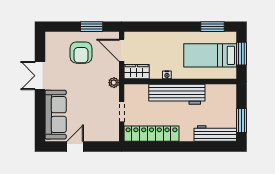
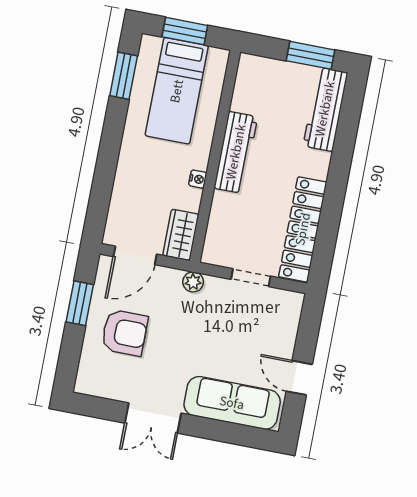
workbench: (177, 94) -> (236, 152), width x0.73, depth x0.76

